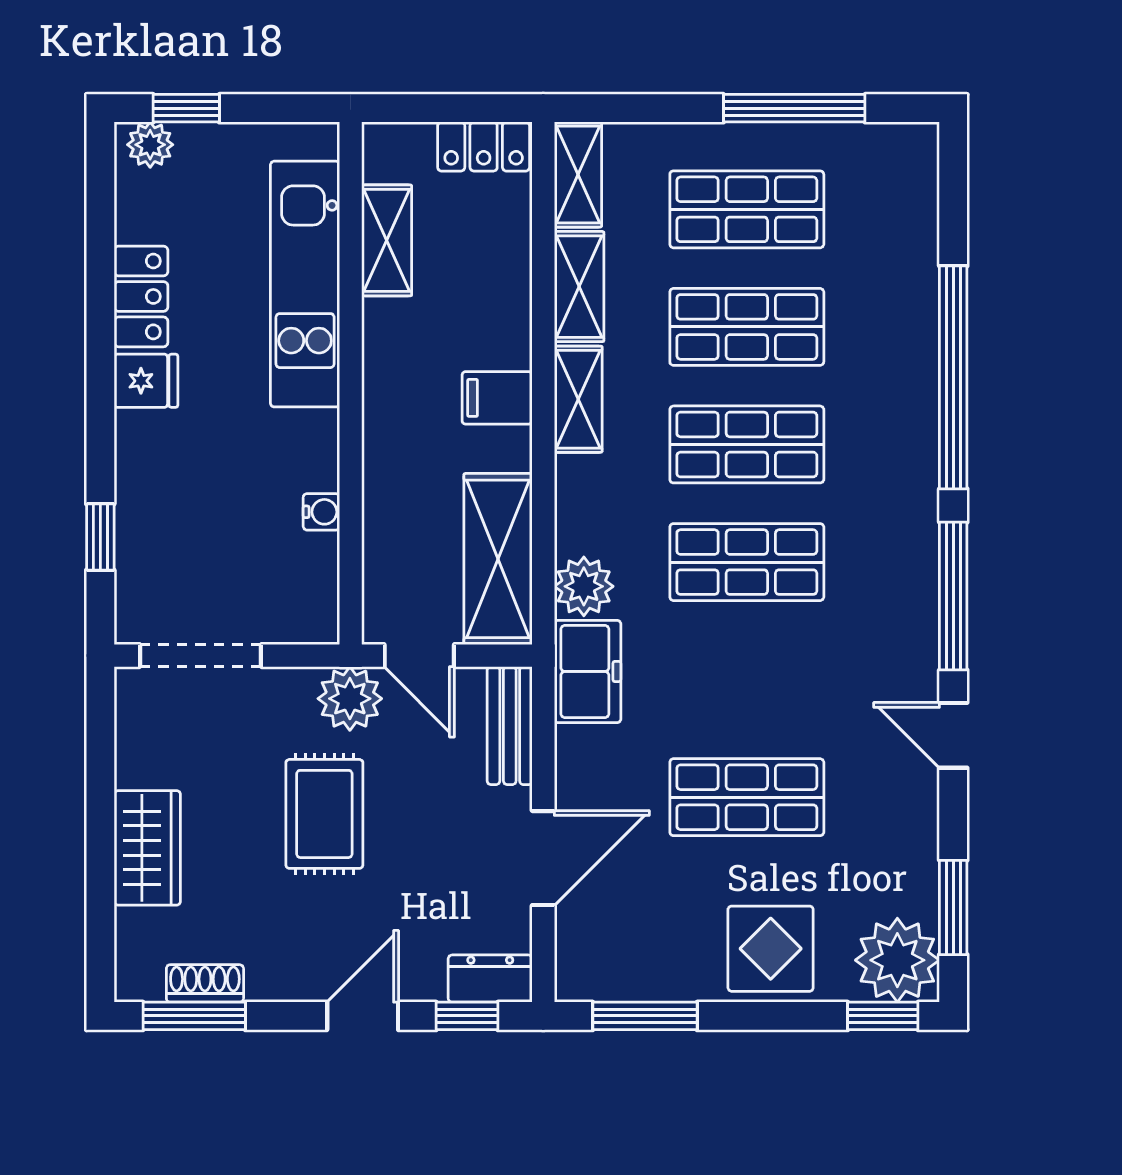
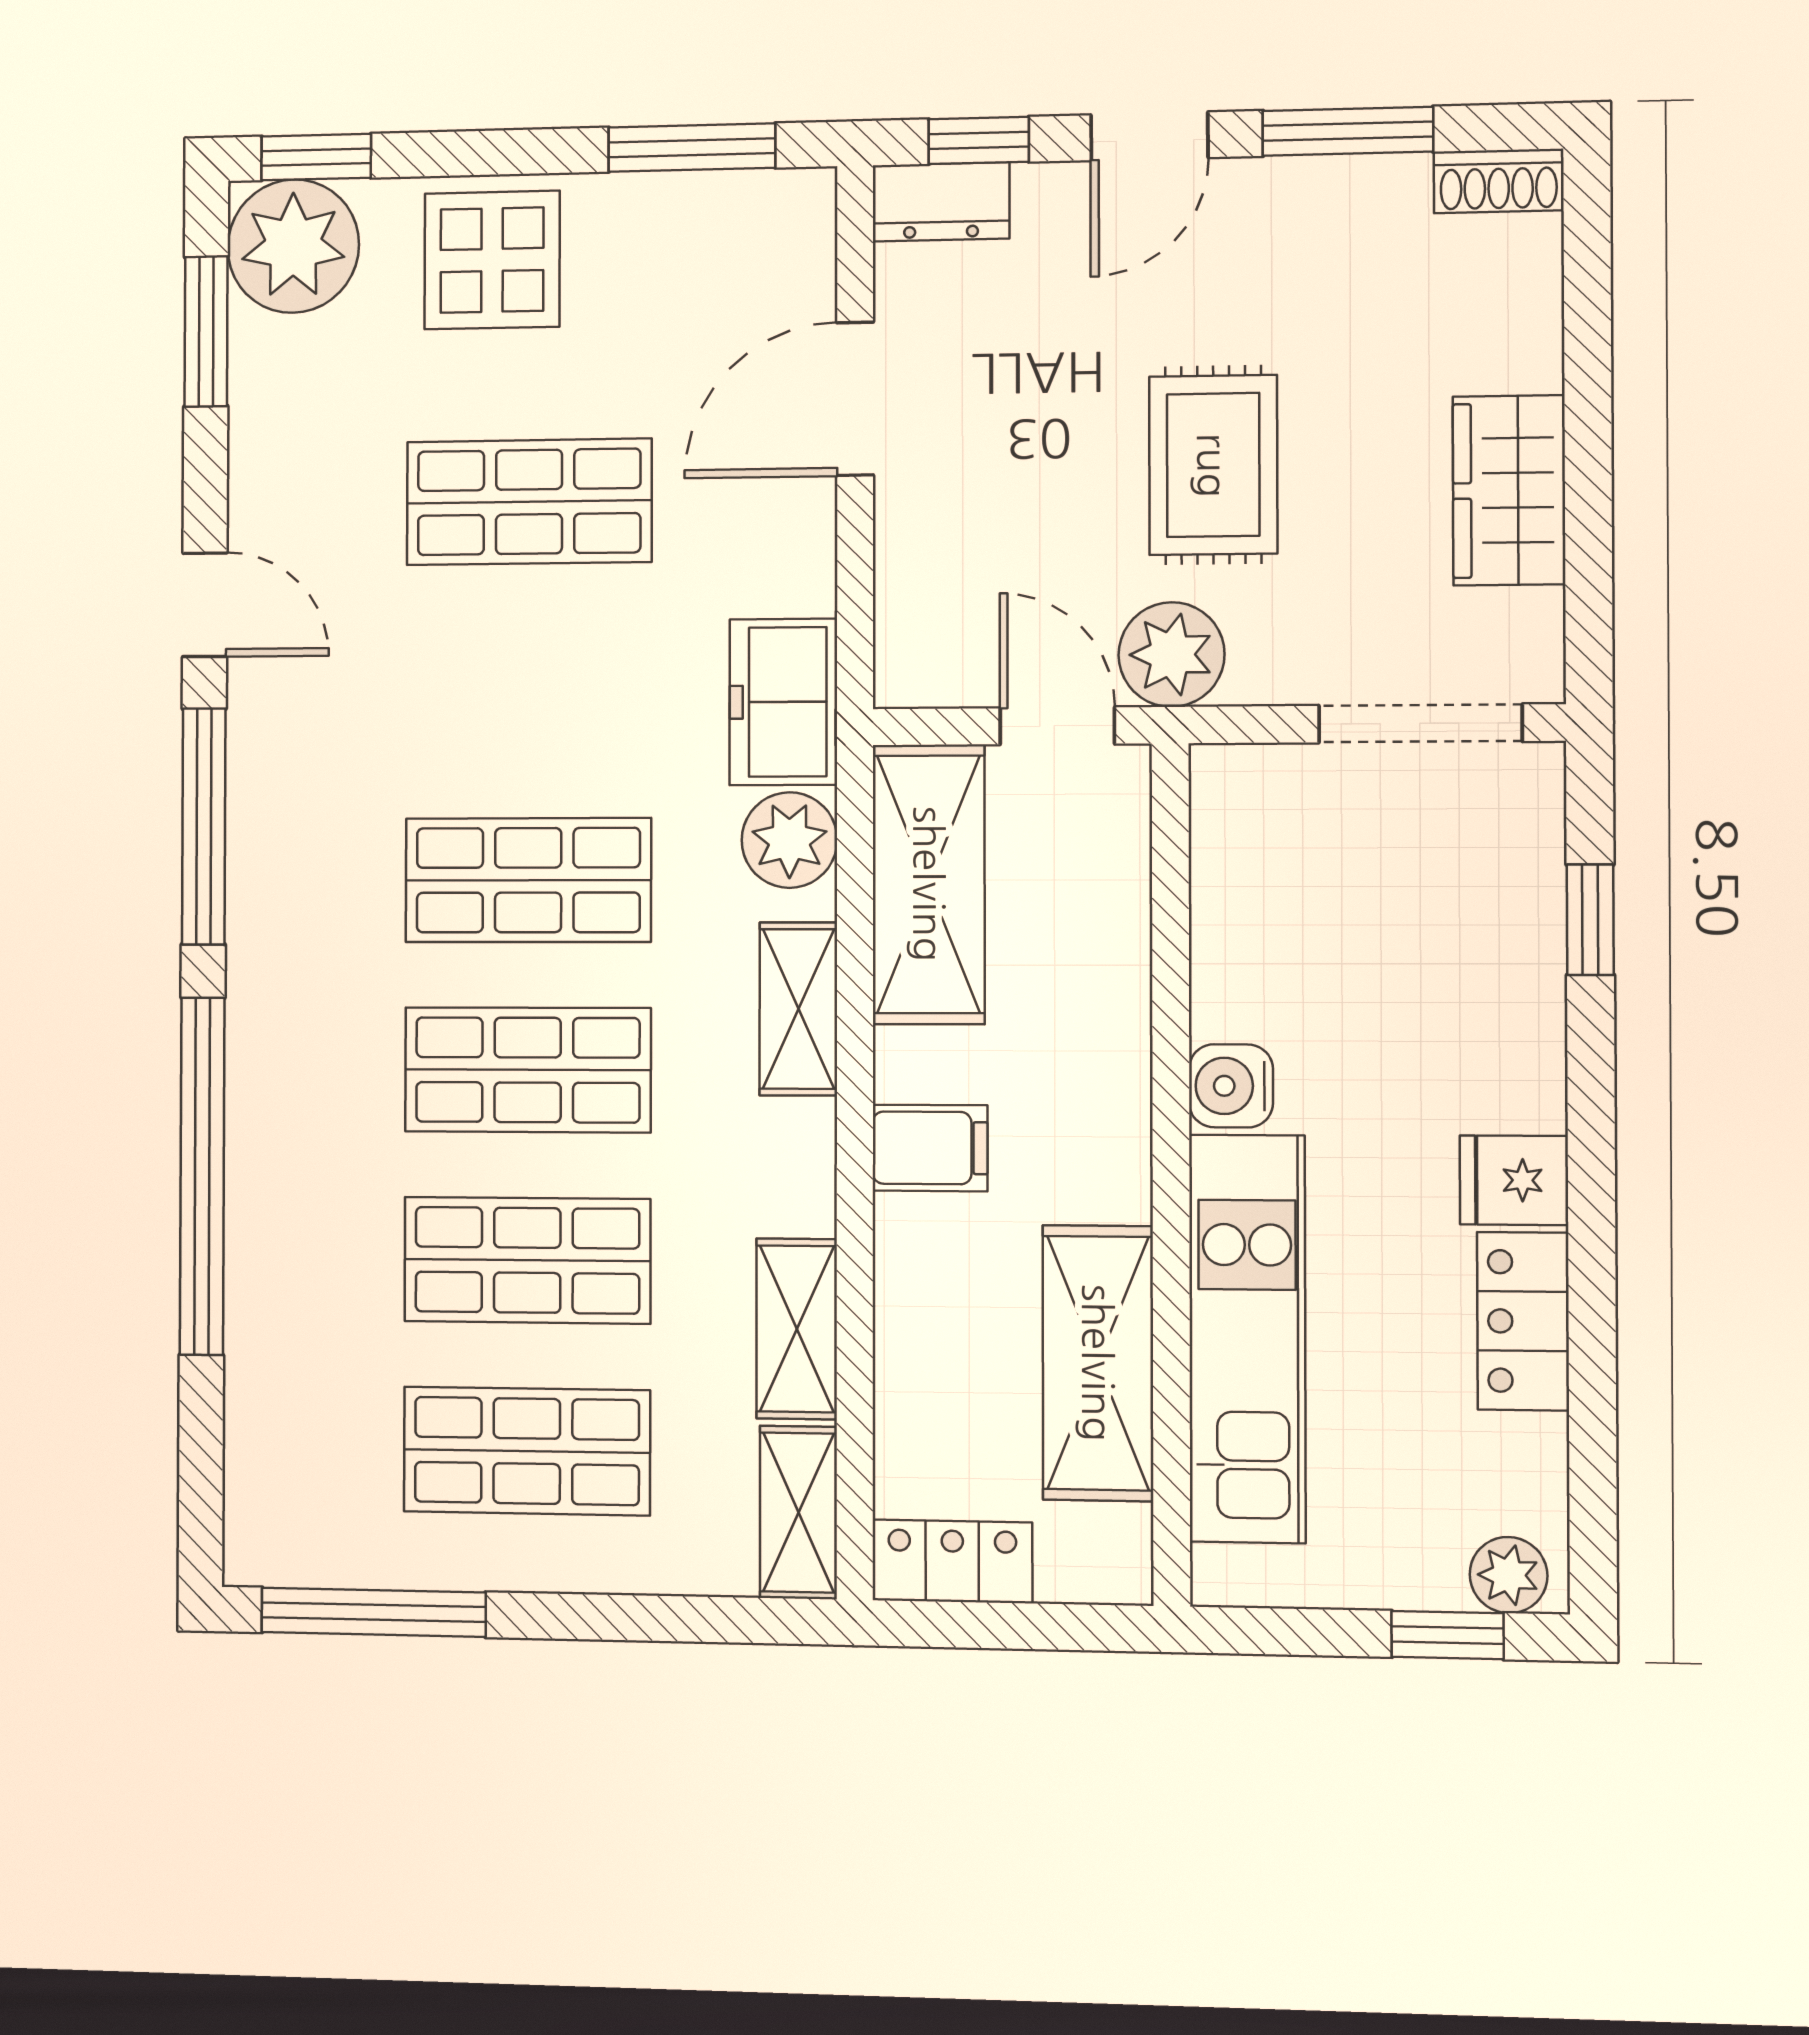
window: (794, 108) -> (373, 1612), moved
shelving: (387, 240) -> (1098, 1363), width x1.50, depth x1.33
shelving: (578, 399) -> (798, 1009), moved
water cooler: (321, 512) -> (1231, 1086), moved, width x1.38, depth x1.38
bench: (510, 726) -> (909, 613), removed
wardrobe: (147, 848) -> (1509, 490), moved
shoe rack: (205, 983) -> (1499, 181), moved
window: (194, 1016) -> (1348, 131), moved

